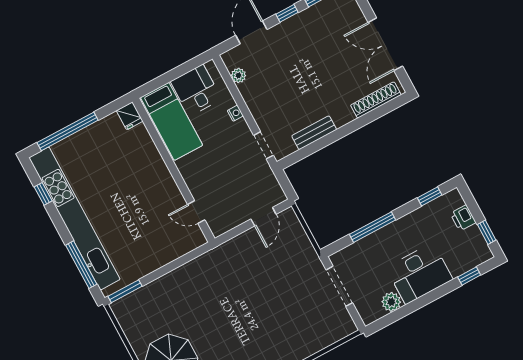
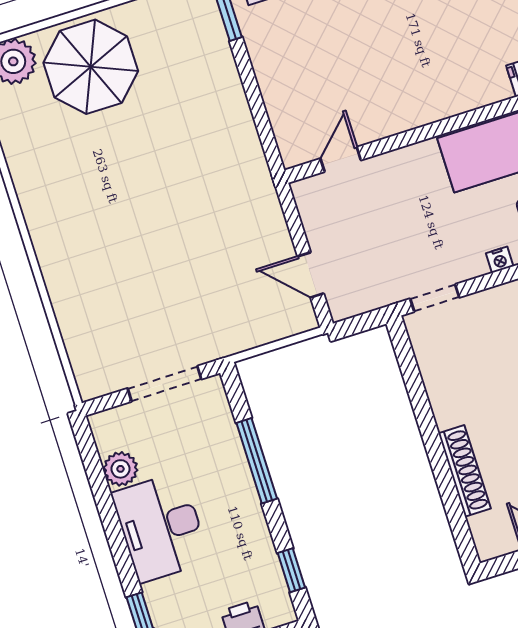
shoe rack: (376, 100) -> (465, 471), moved
bench: (314, 133) -> (440, 390), removed

